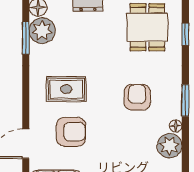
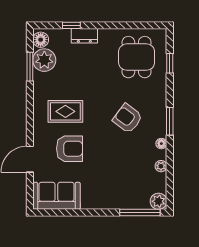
armchair: (137, 97) -> (128, 118), turned -53
plant: (169, 146) -> (161, 166), width x0.53, depth x0.53

